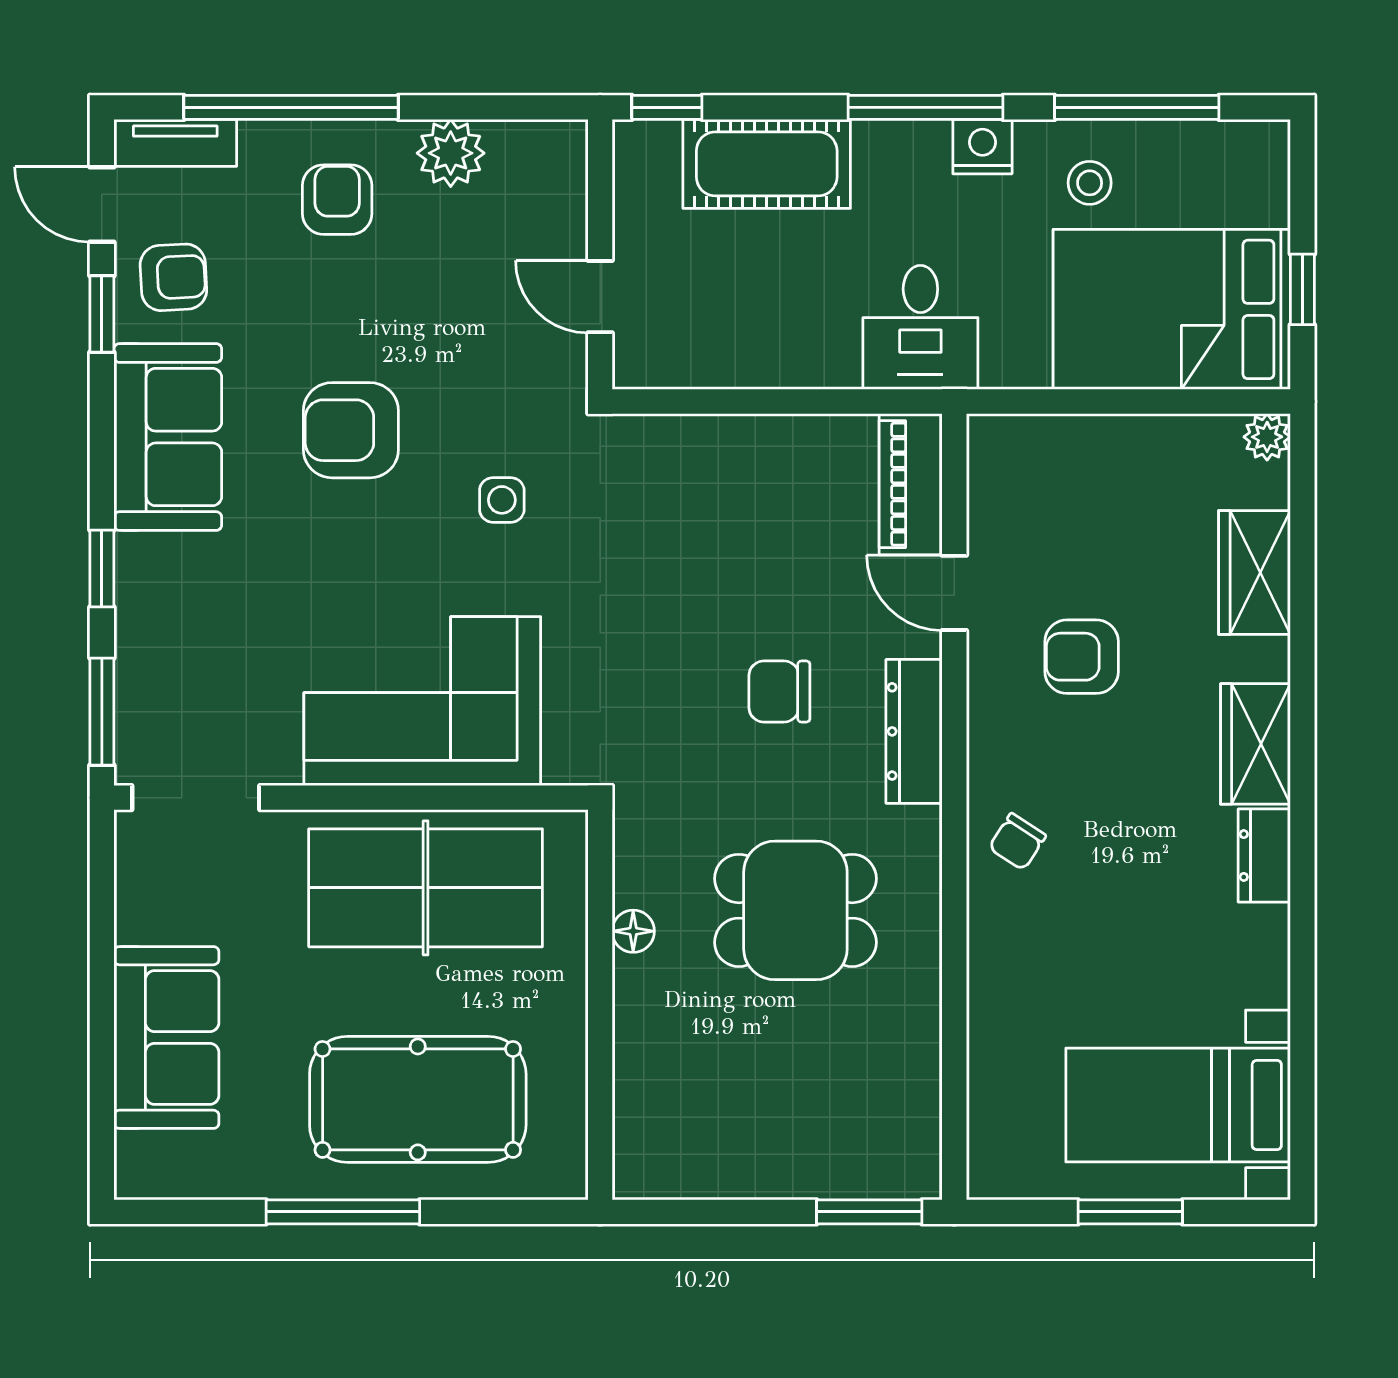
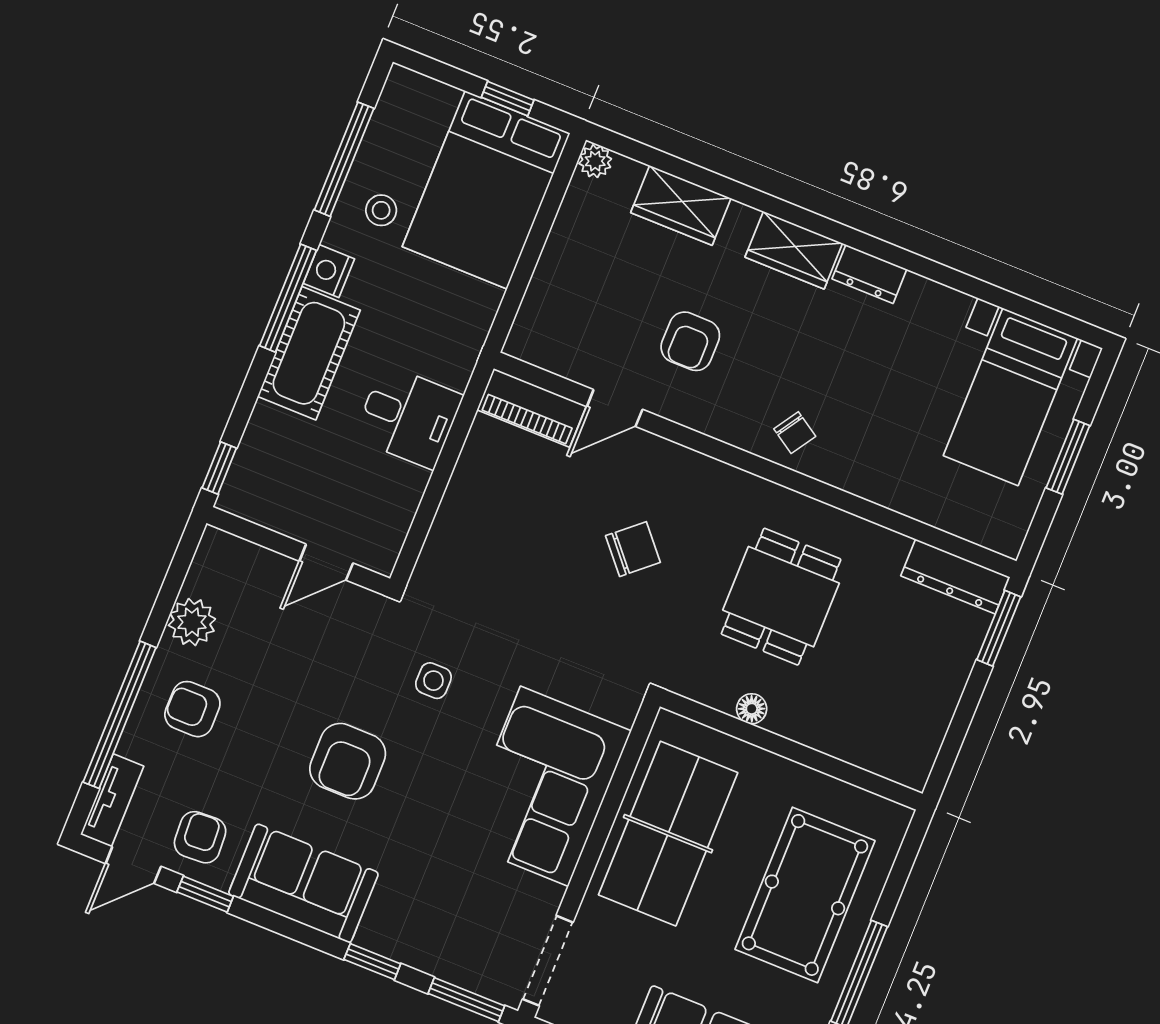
cot: (767, 164) -> (309, 353), moved
desk: (920, 327) -> (408, 417), moved
chair: (779, 691) -> (633, 549), turned -131
dresser: (914, 731) -> (955, 576), moved

